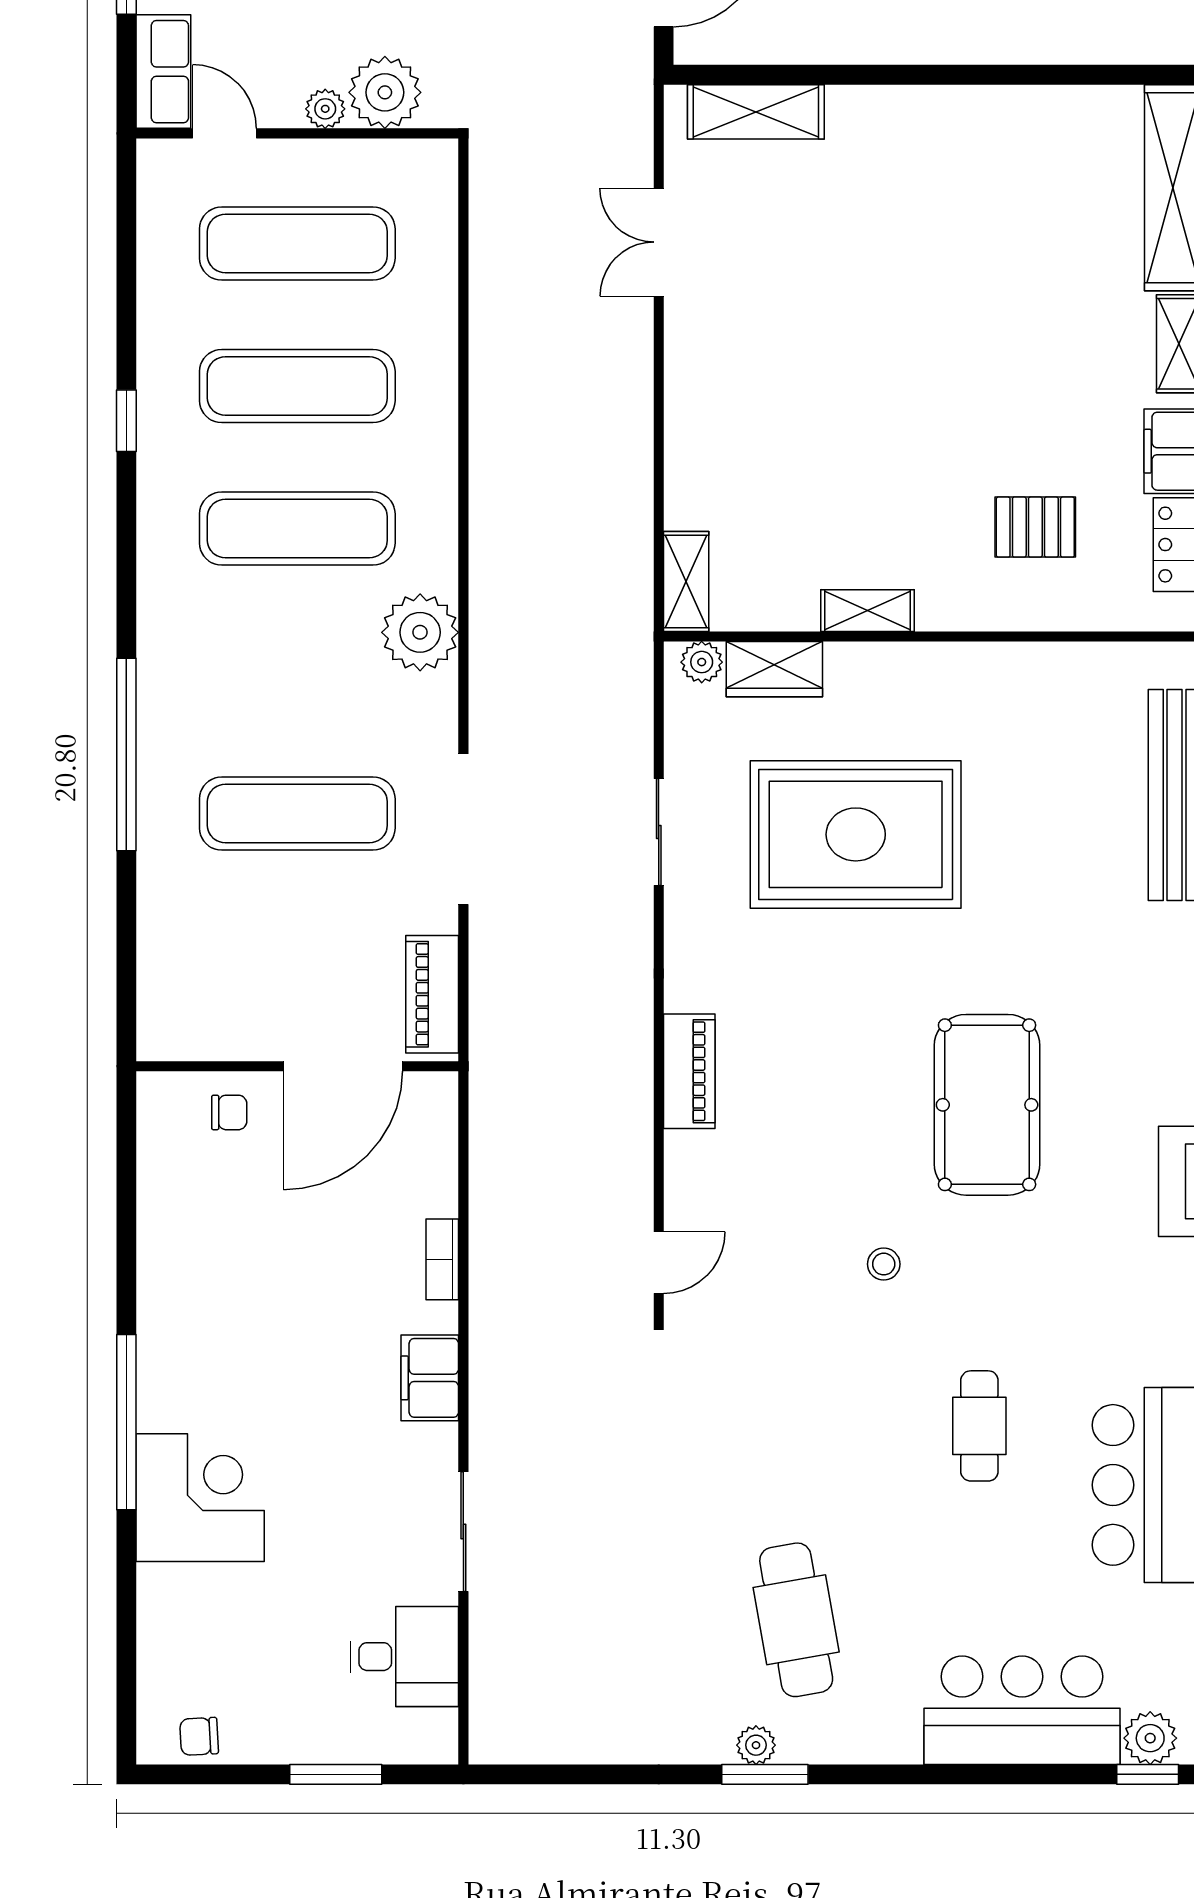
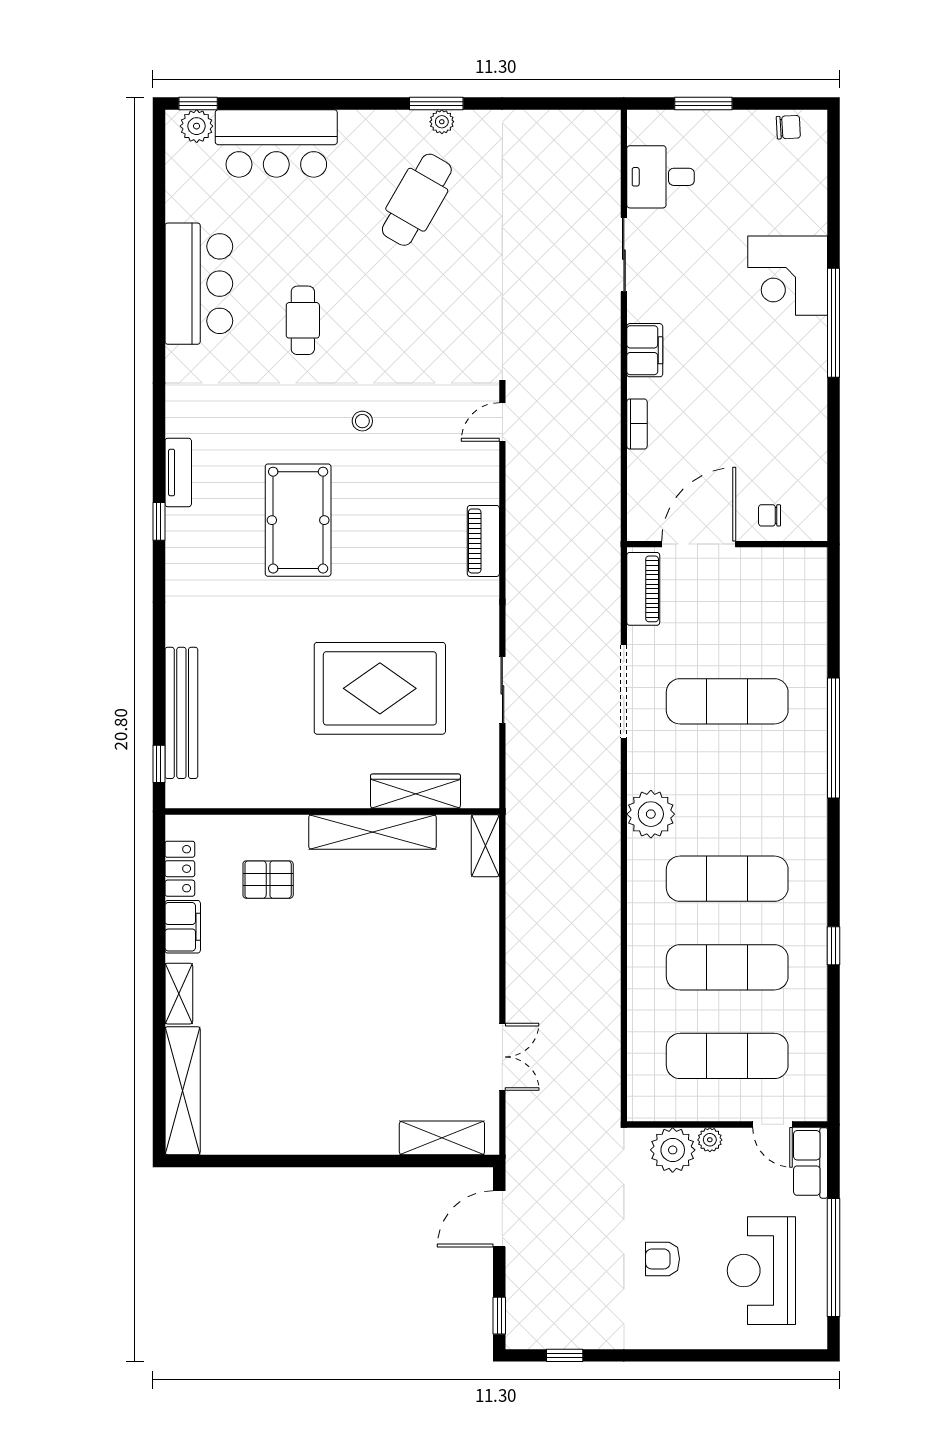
shelving: (867, 611) -> (372, 832), width x2.20, depth x1.33
plant: (702, 662) -> (476, 796), removed
wardrobe: (774, 669) -> (415, 791), width x1.50
cafe table: (796, 1620) -> (417, 200), turned 40

